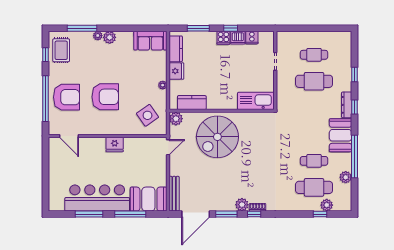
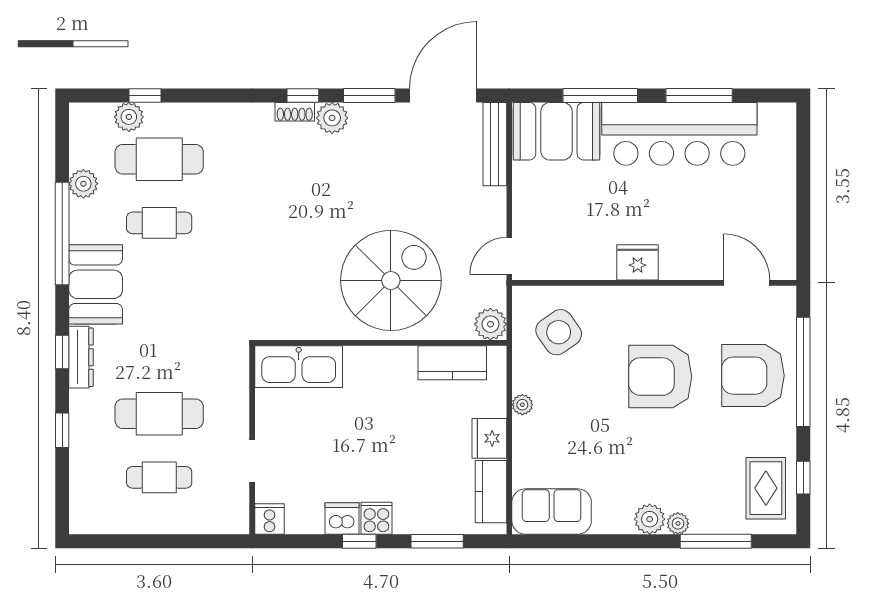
cooker: (252, 37) -> (269, 519), moved

